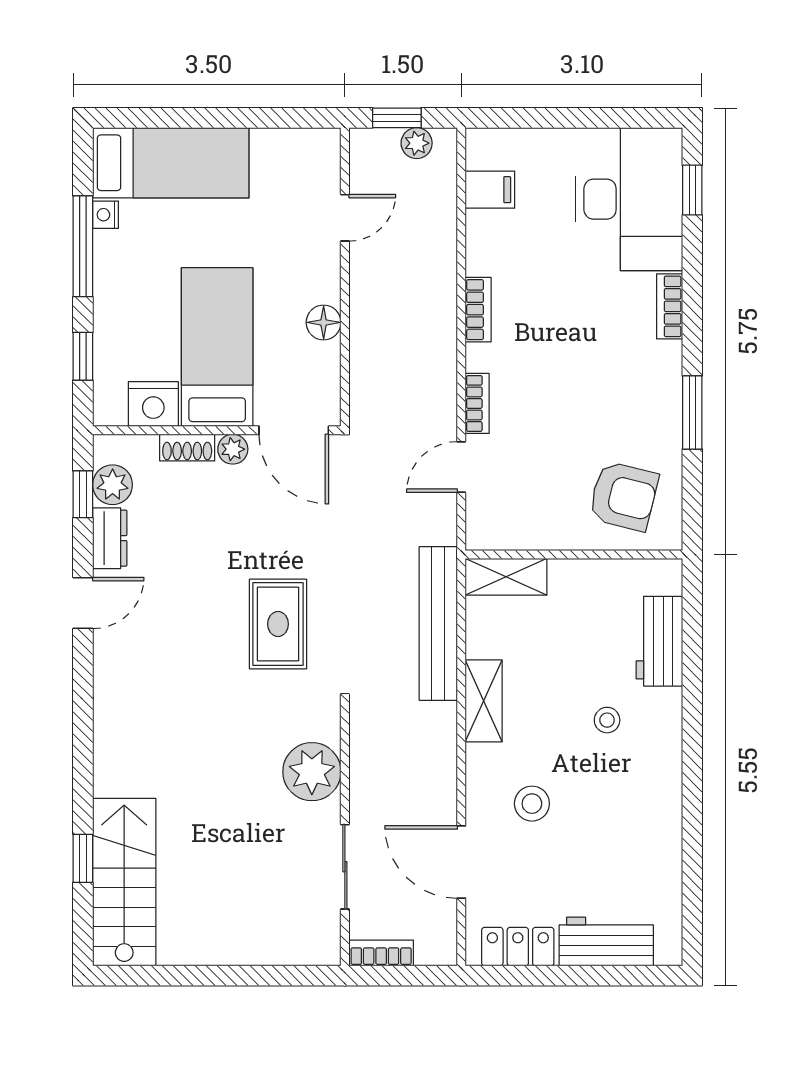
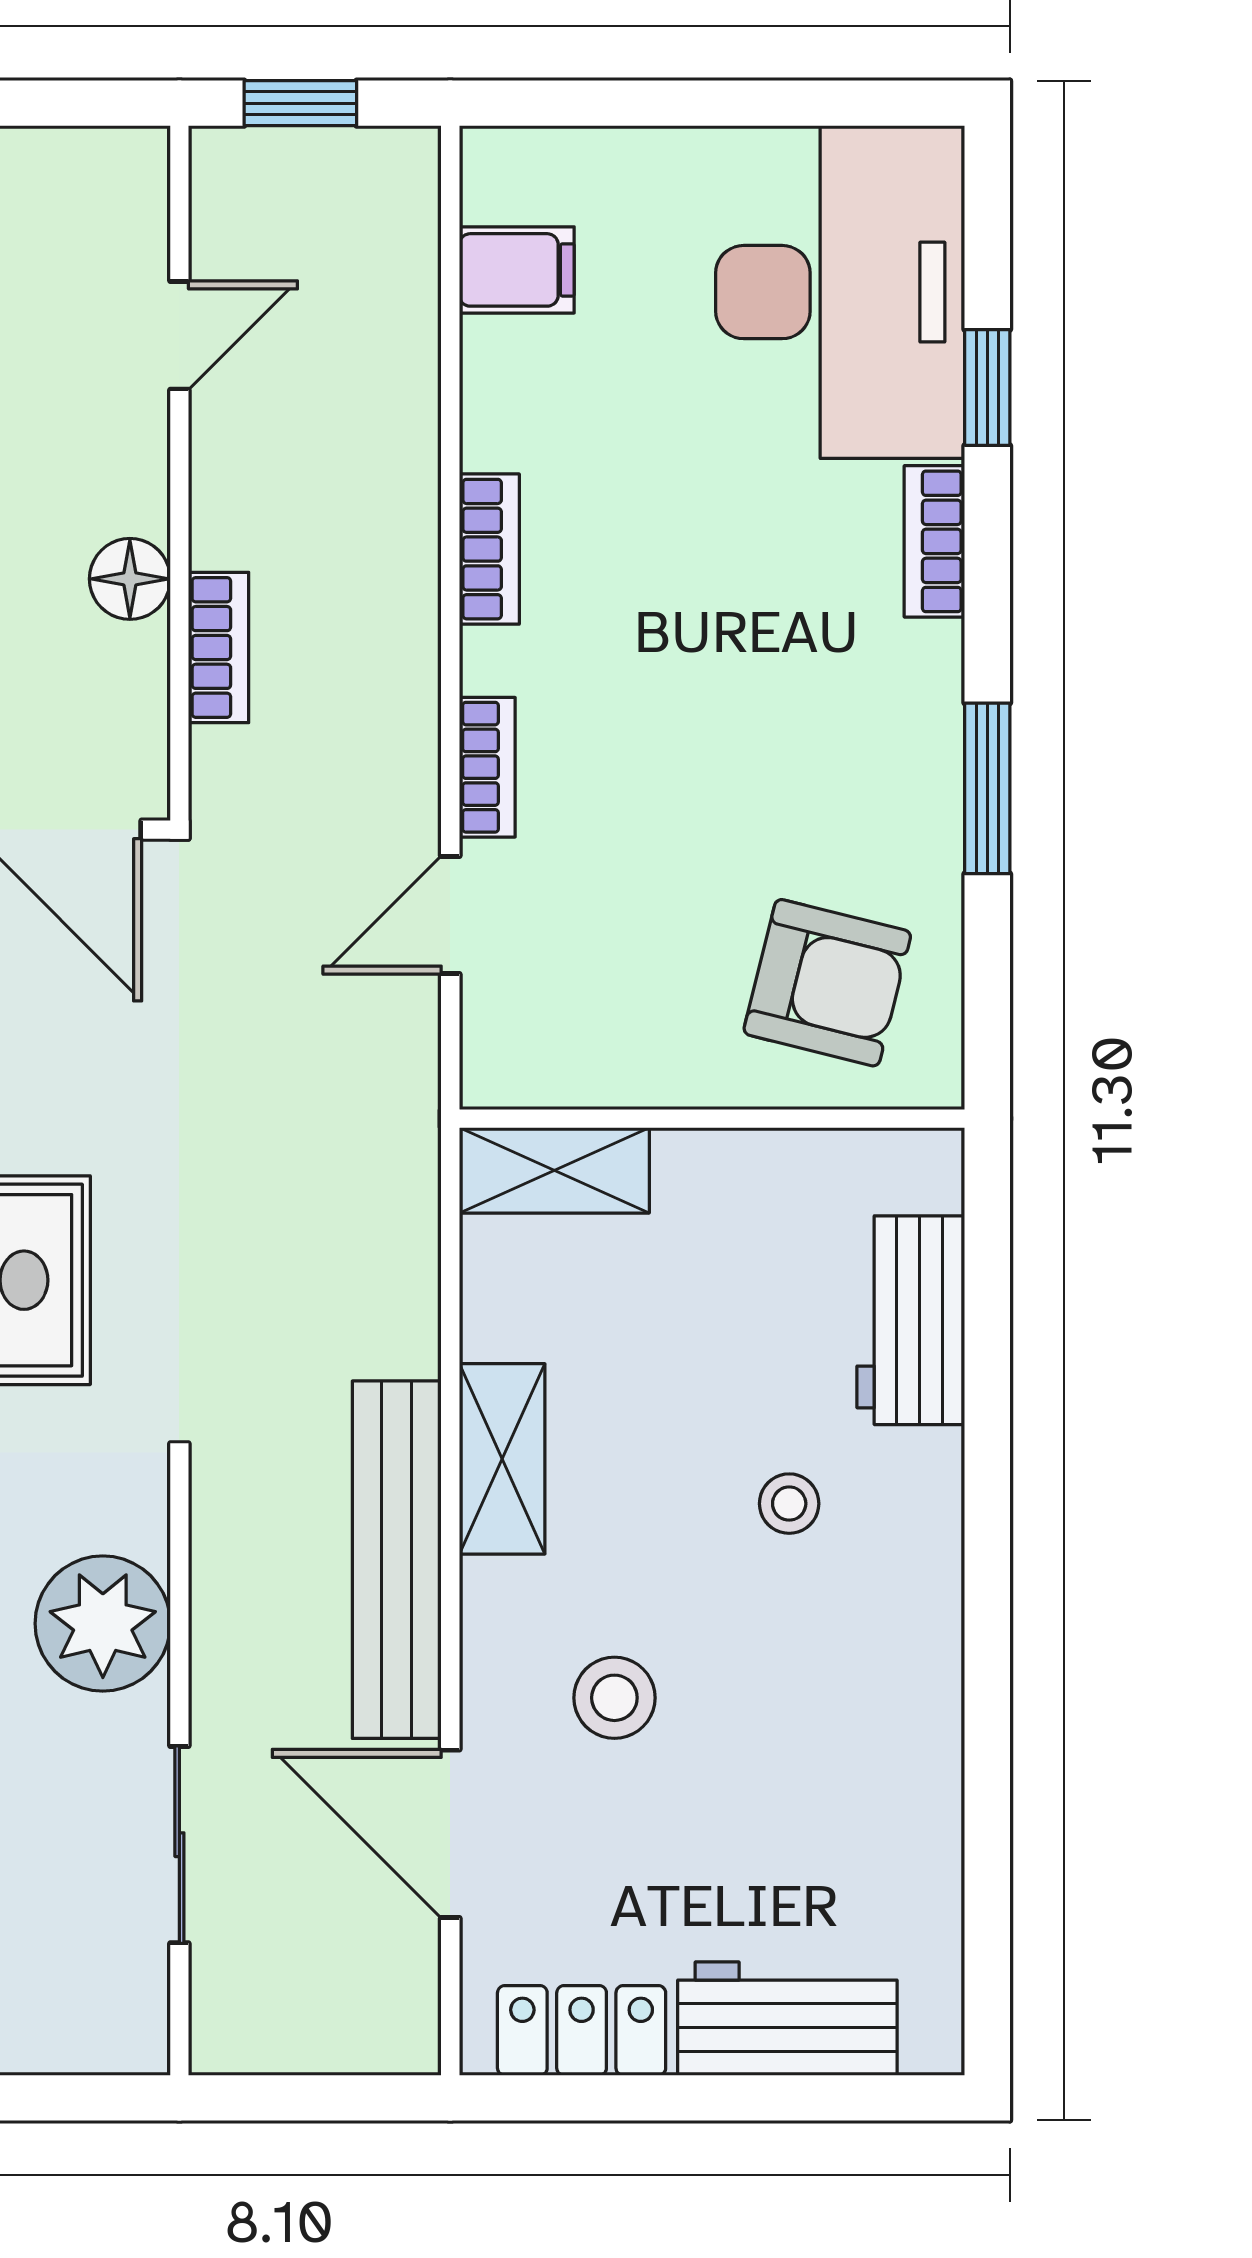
plant: (417, 143) -> (346, 162), removed
window: (692, 190) -> (987, 387), moved
bench: (438, 623) -> (397, 1560), moved
bookcase: (381, 953) -> (219, 647), moved, turned 90

